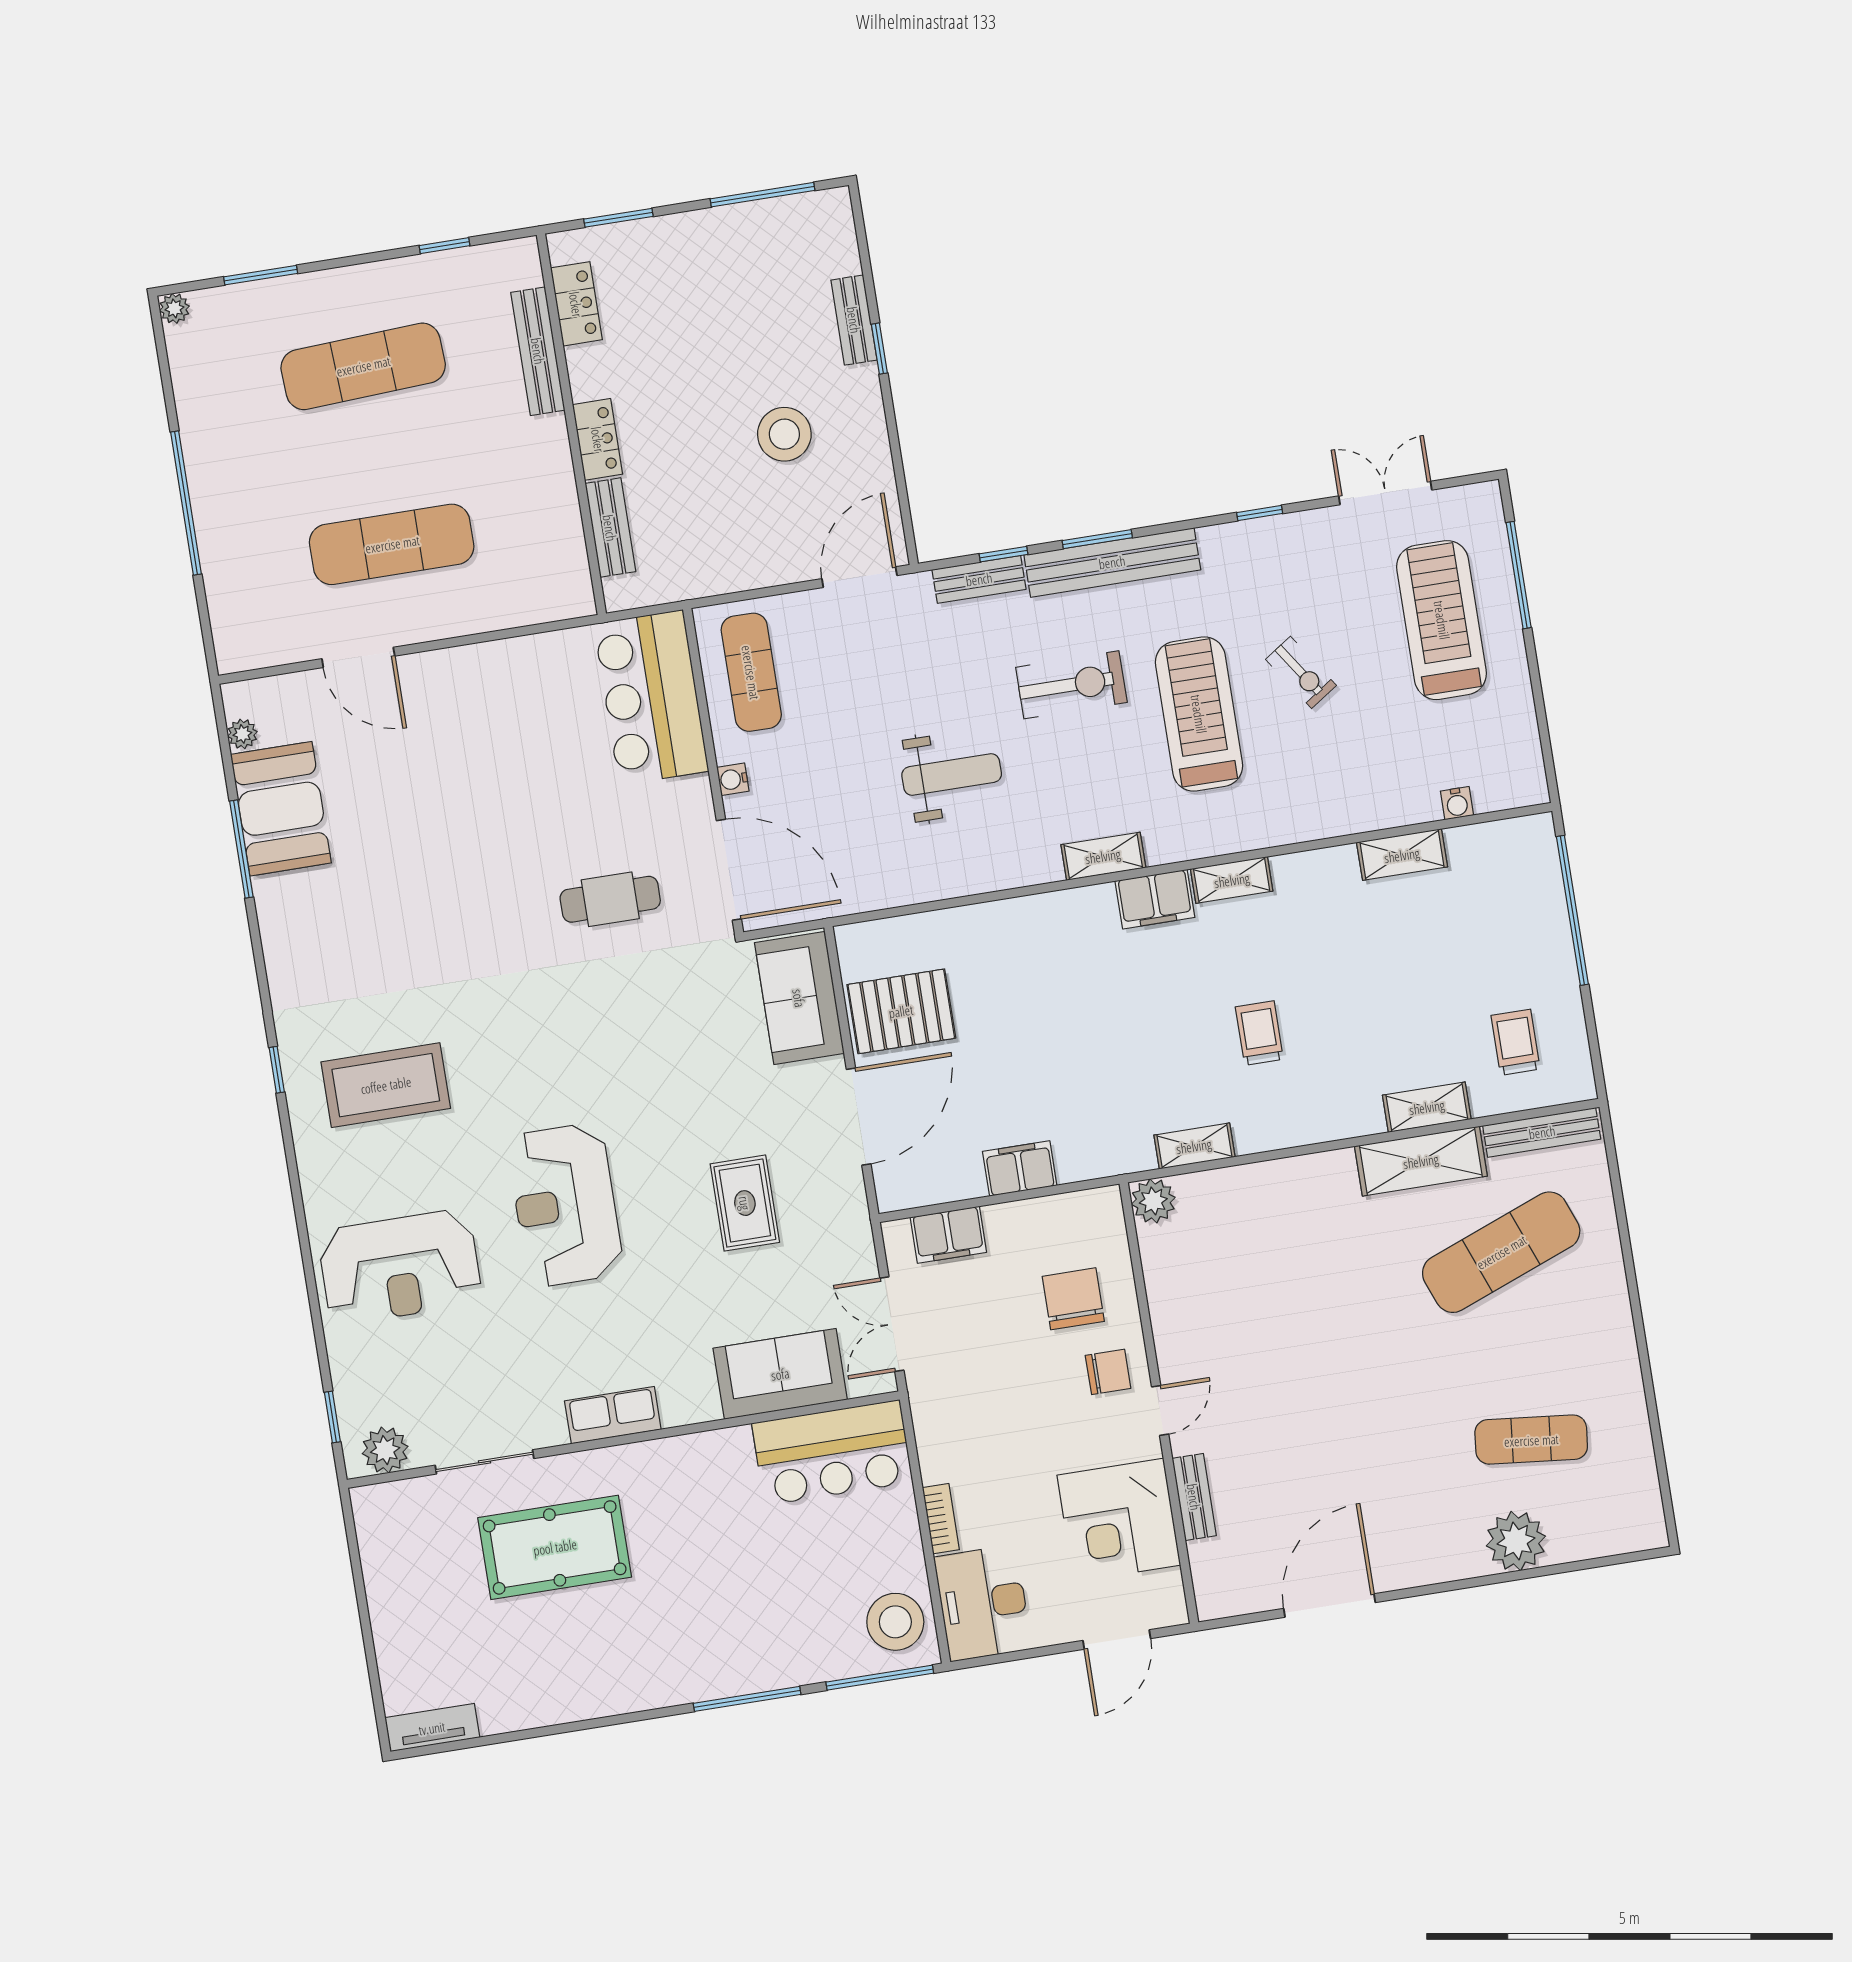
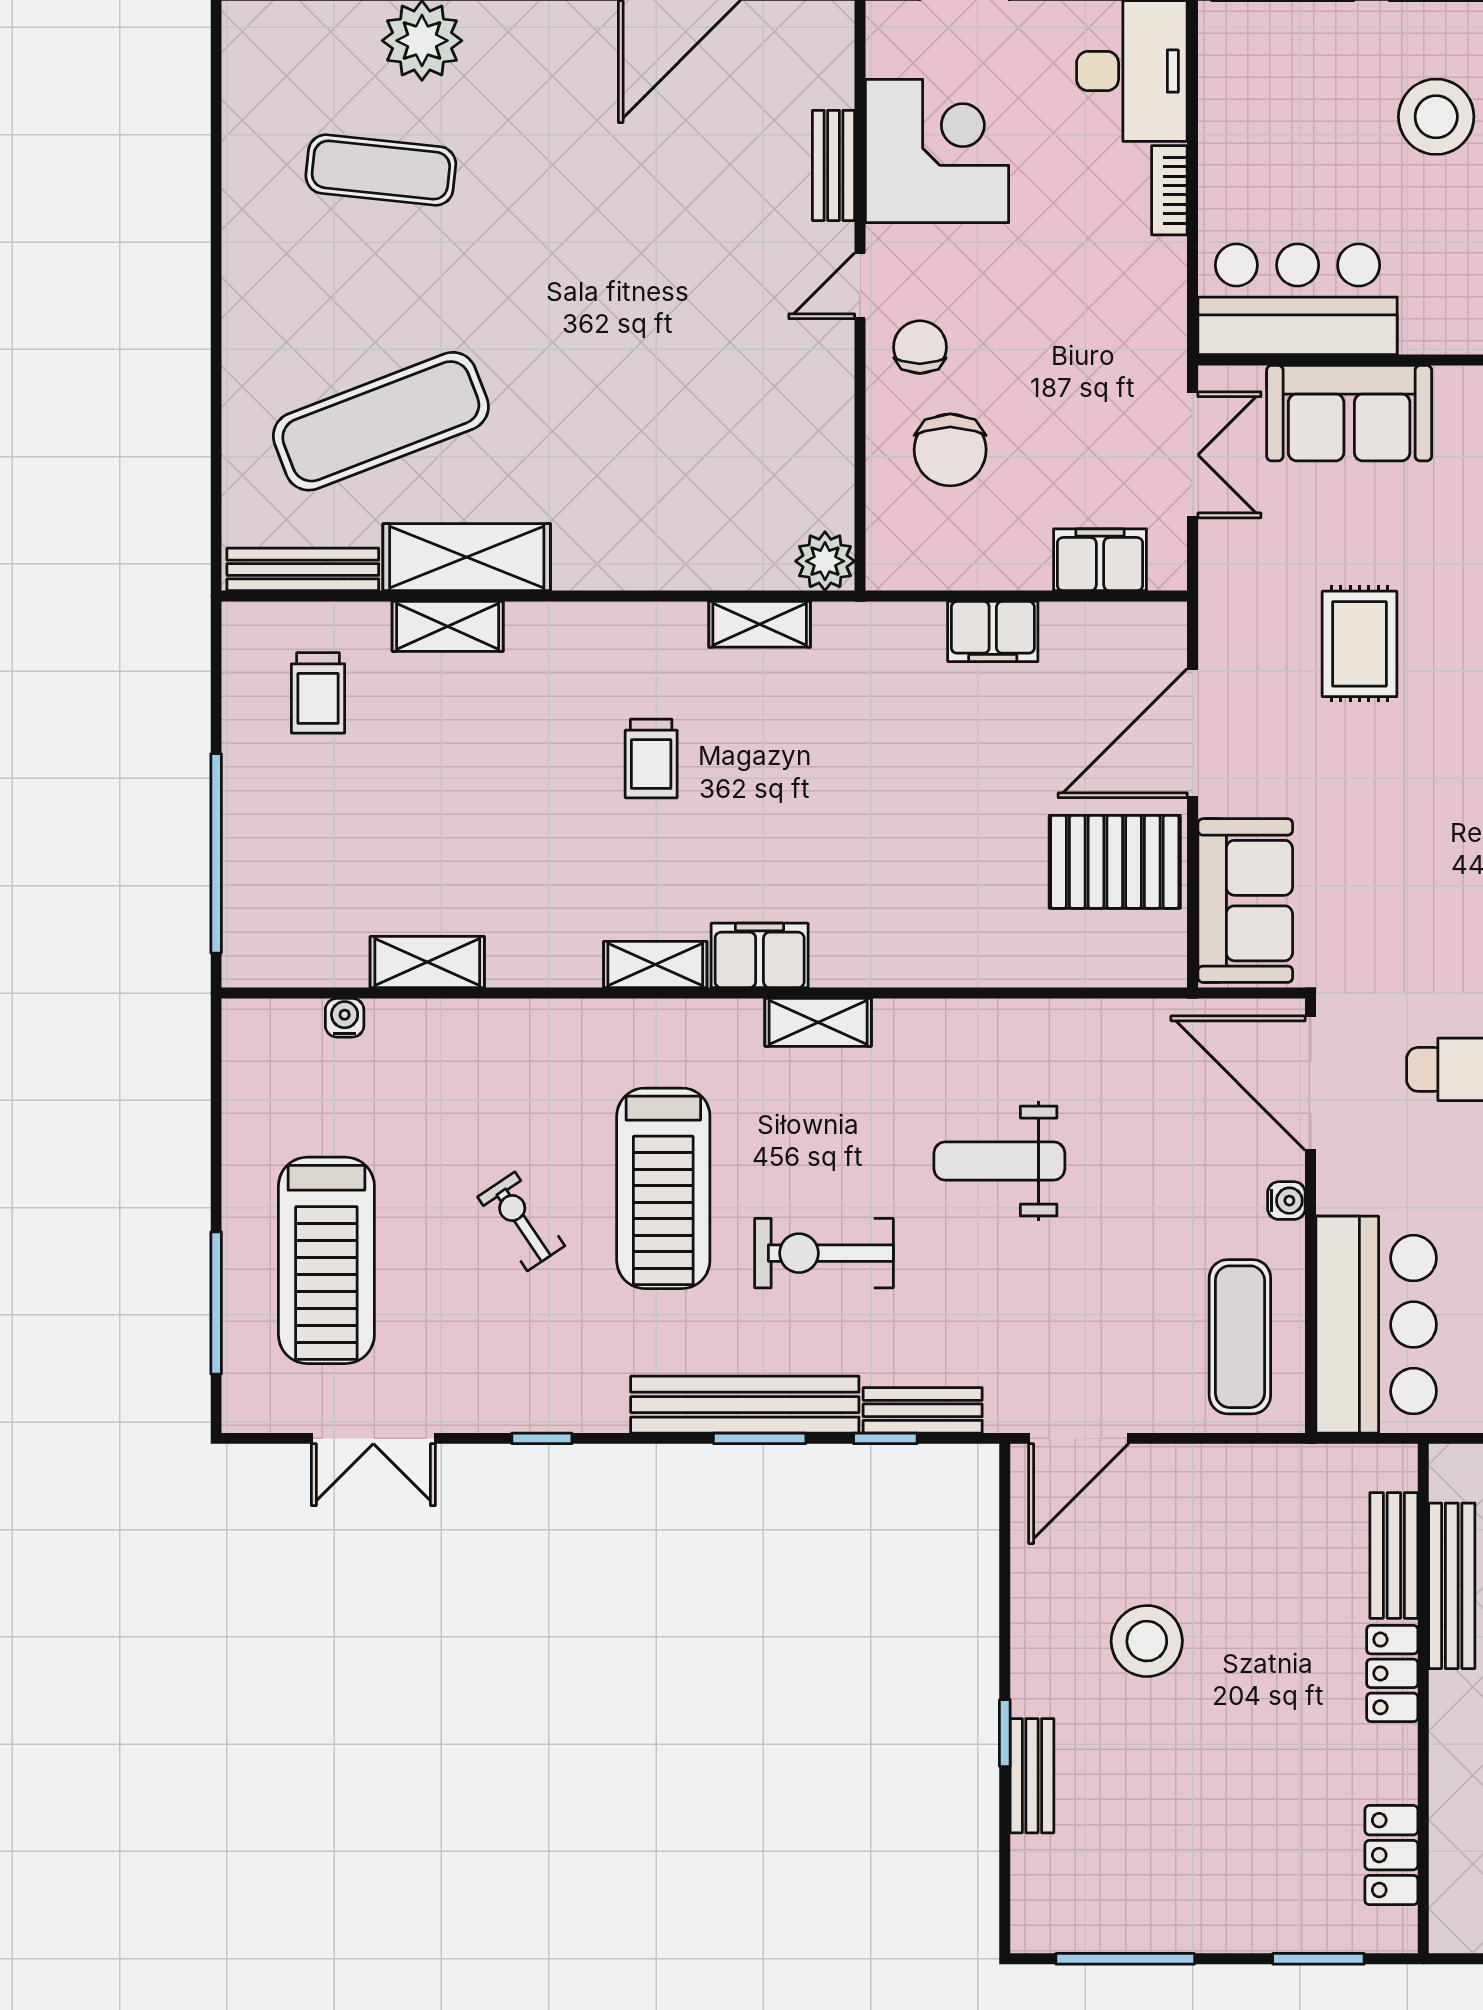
bench: (538, 351) -> (1452, 1586), moved
chair: (1108, 1372) -> (920, 347), turned 90
stool: (895, 1622) -> (1436, 117), moved

